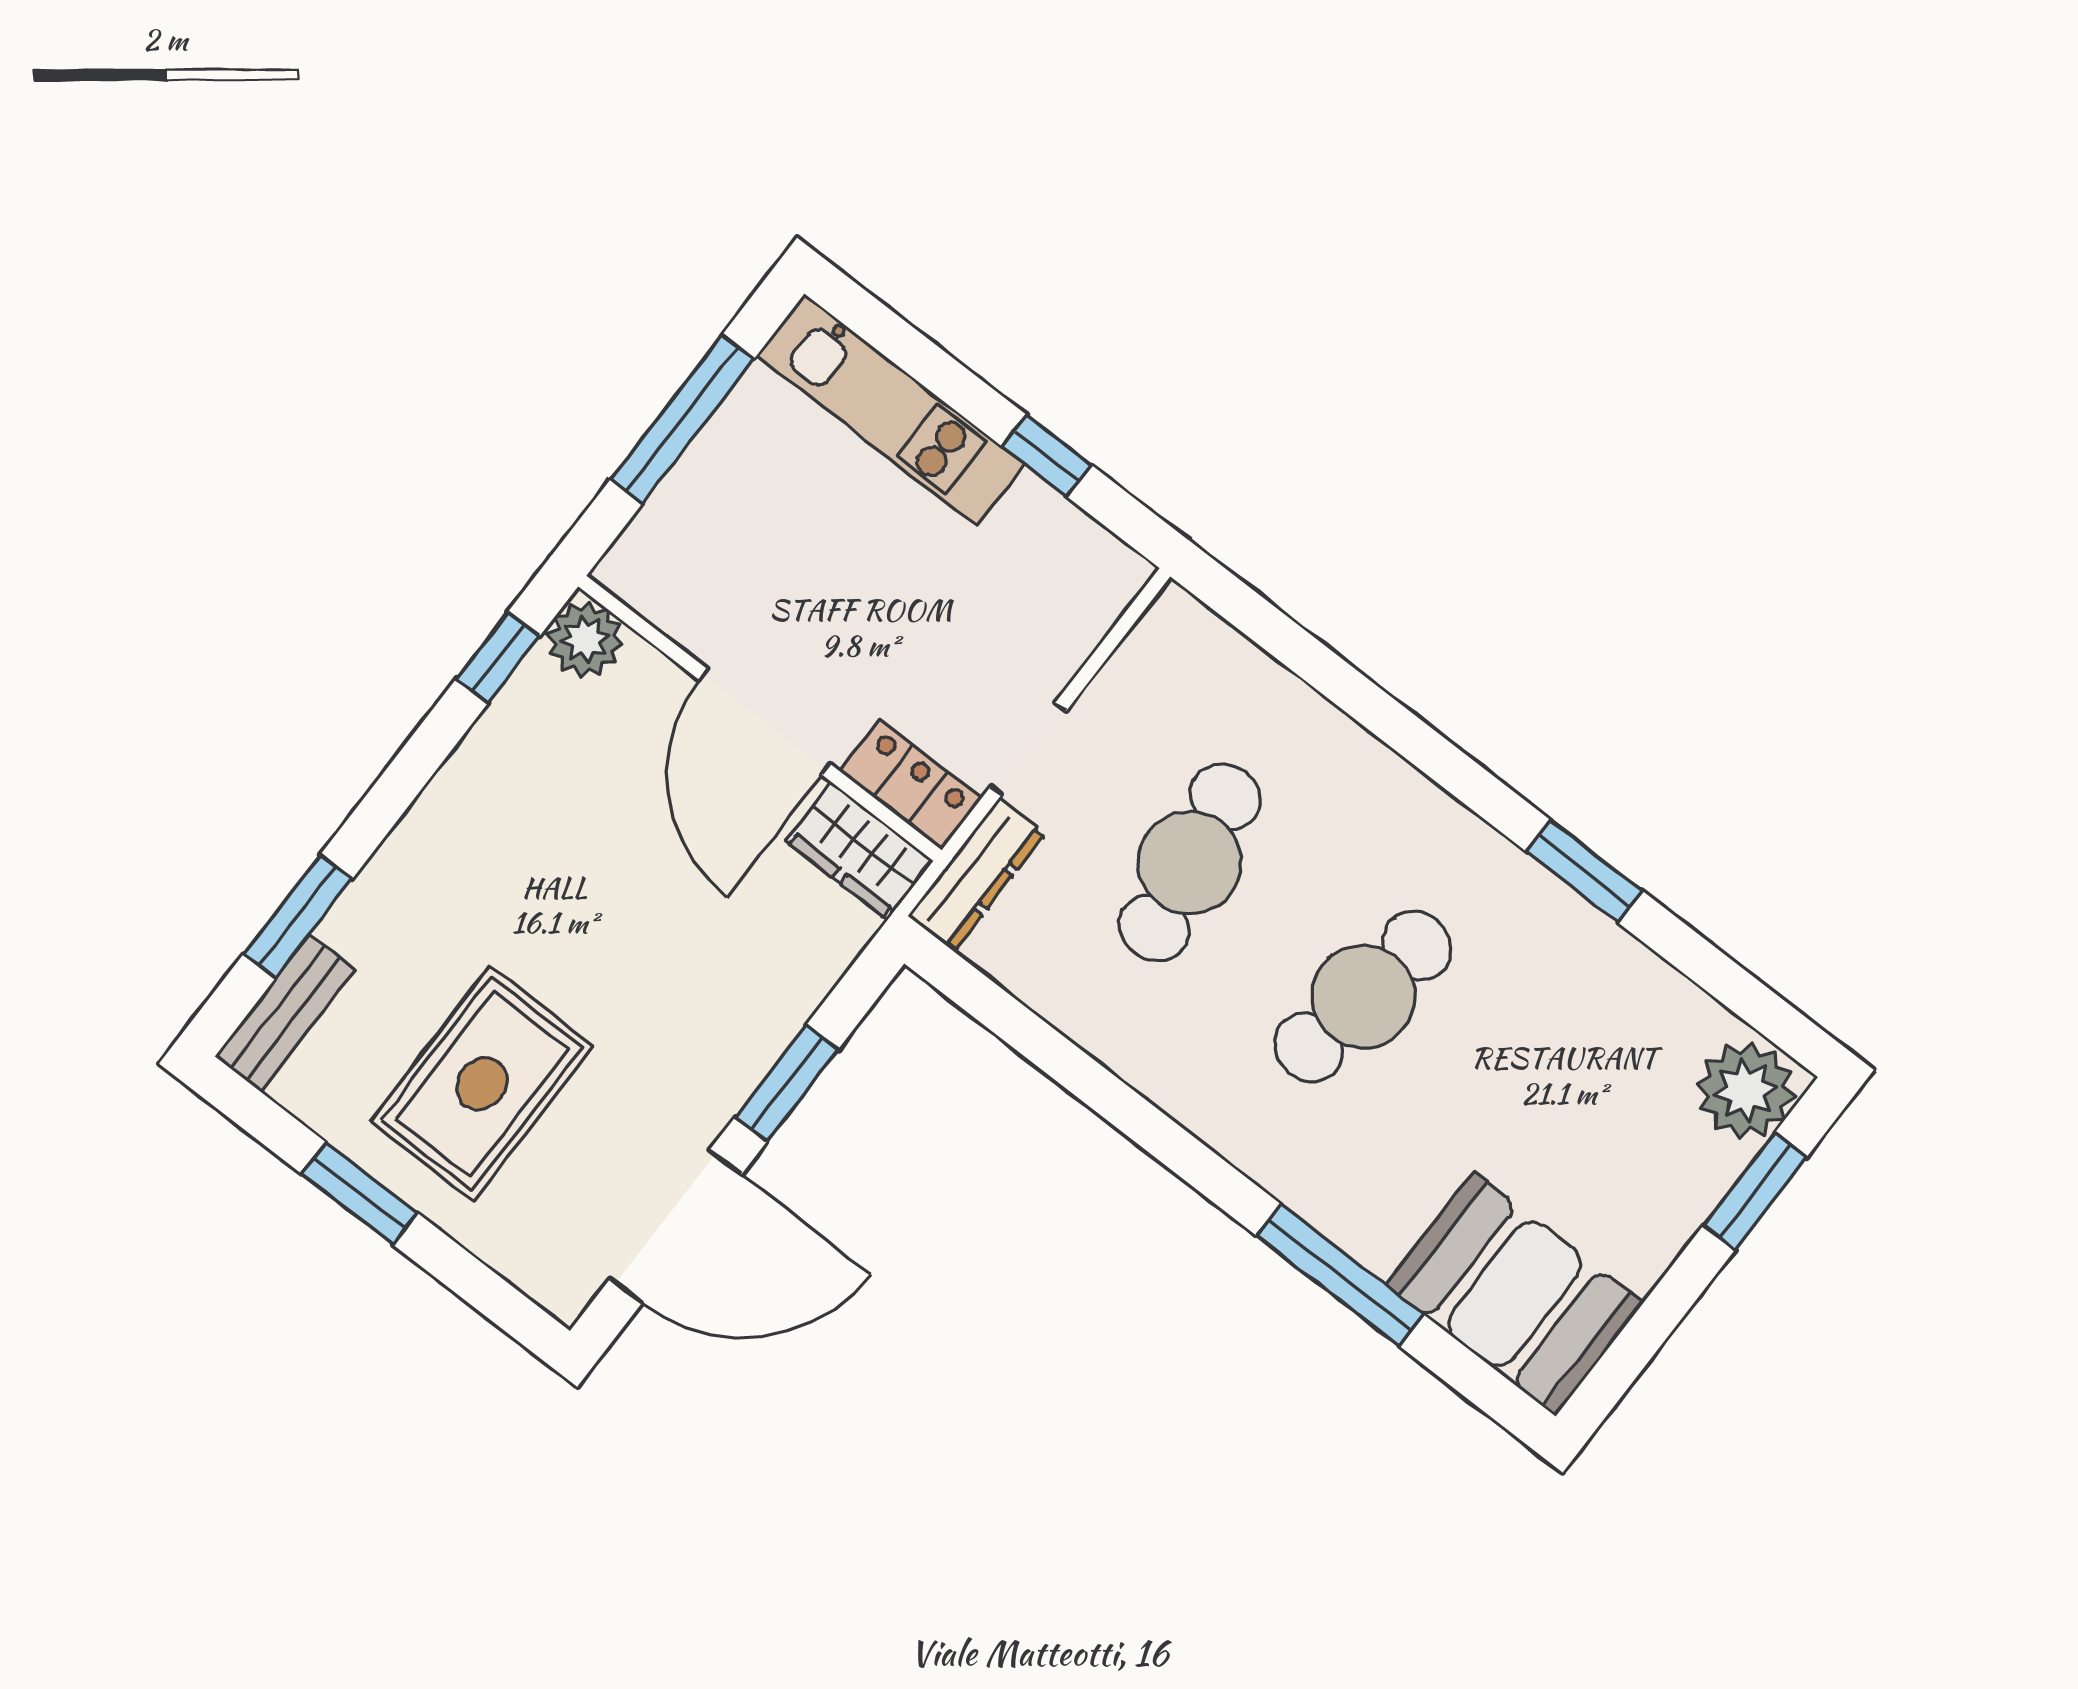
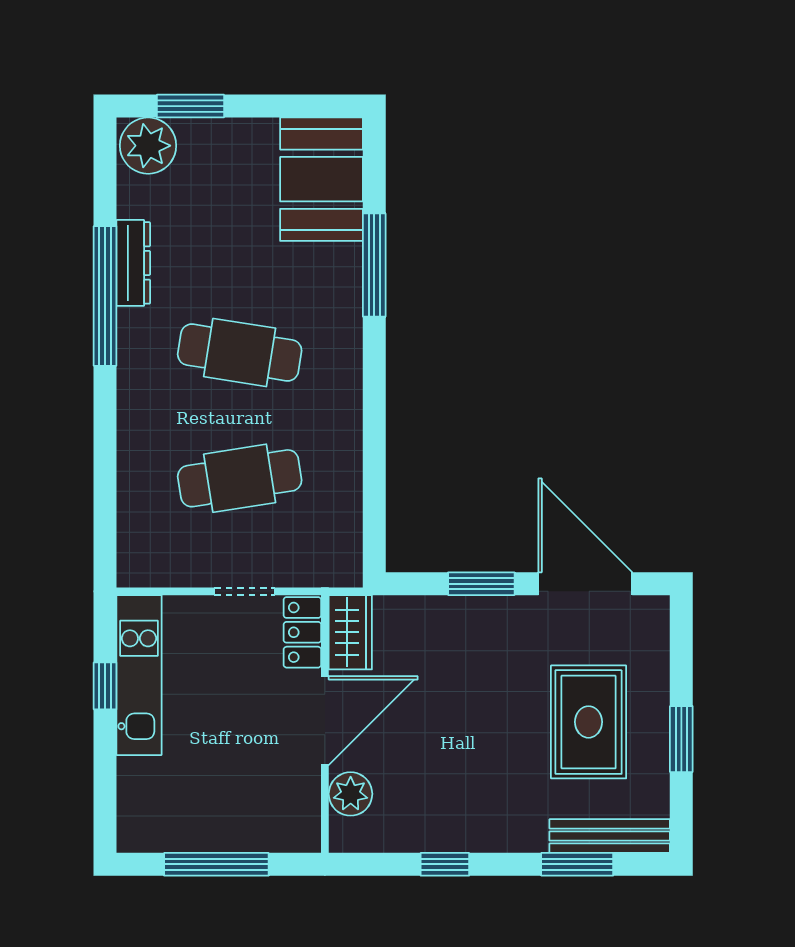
kitchen unit: (891, 410) -> (139, 675), moved
plant: (585, 639) -> (351, 794), moved
window: (498, 658) -> (445, 864), moved
window: (1584, 871) -> (105, 296), width x2.11
dresser: (977, 874) -> (133, 263), moved, turned 90
bench: (285, 1013) -> (610, 836), width x1.36
rug: (482, 1084) -> (589, 722), turned 90

